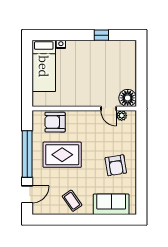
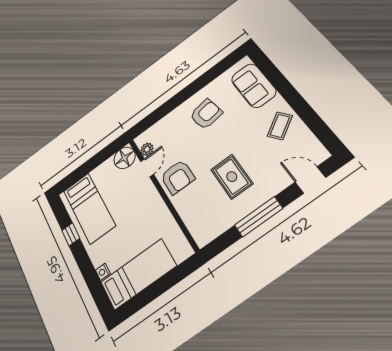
bed: (110, 56) -> (89, 208), added
armchair: (55, 122) -> (178, 177), moved
window: (27, 154) -> (259, 217), width x0.68
rug: (62, 155) -> (232, 177), width x0.73, depth x0.70

